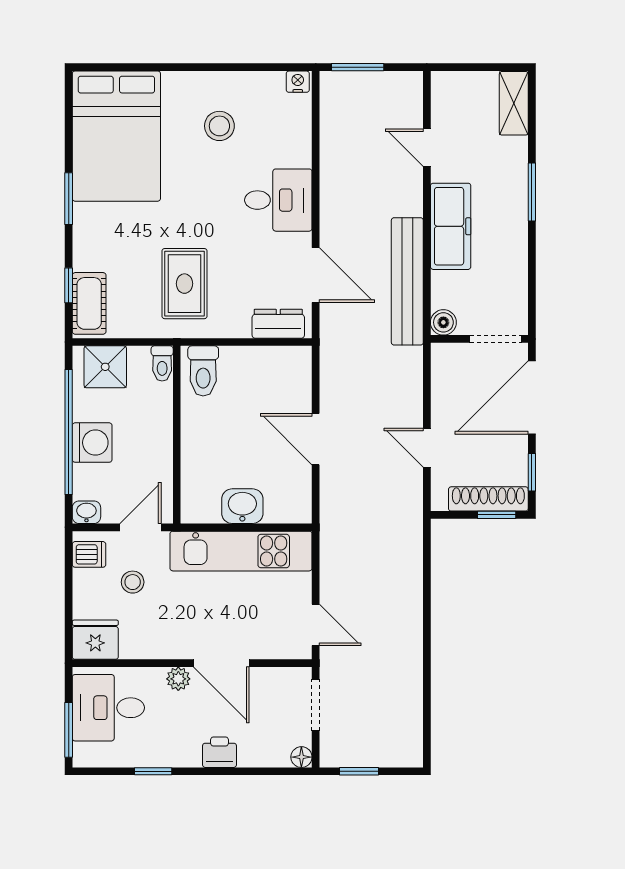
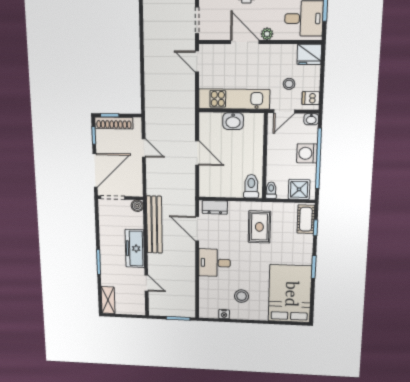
nightstand: (298, 82) -> (224, 314), moved

